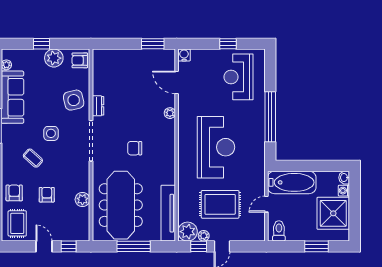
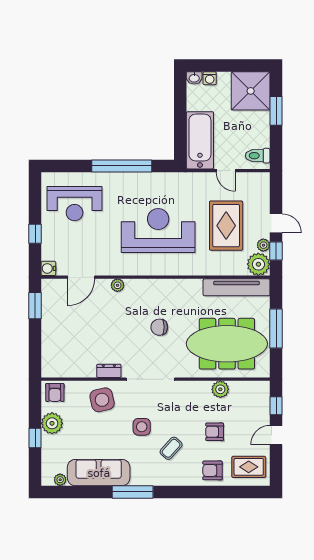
window: (228, 44) -> (35, 234), moved
chair: (135, 148) -> (159, 327), turned 90
shower: (333, 213) -> (251, 91), moved

